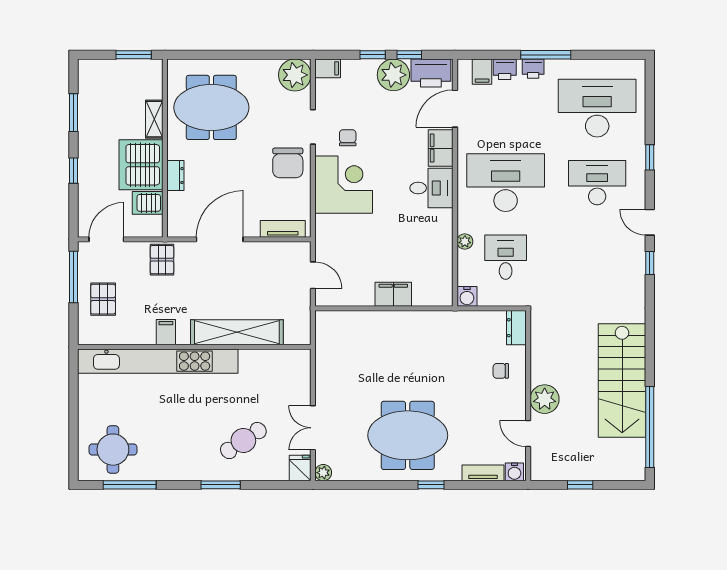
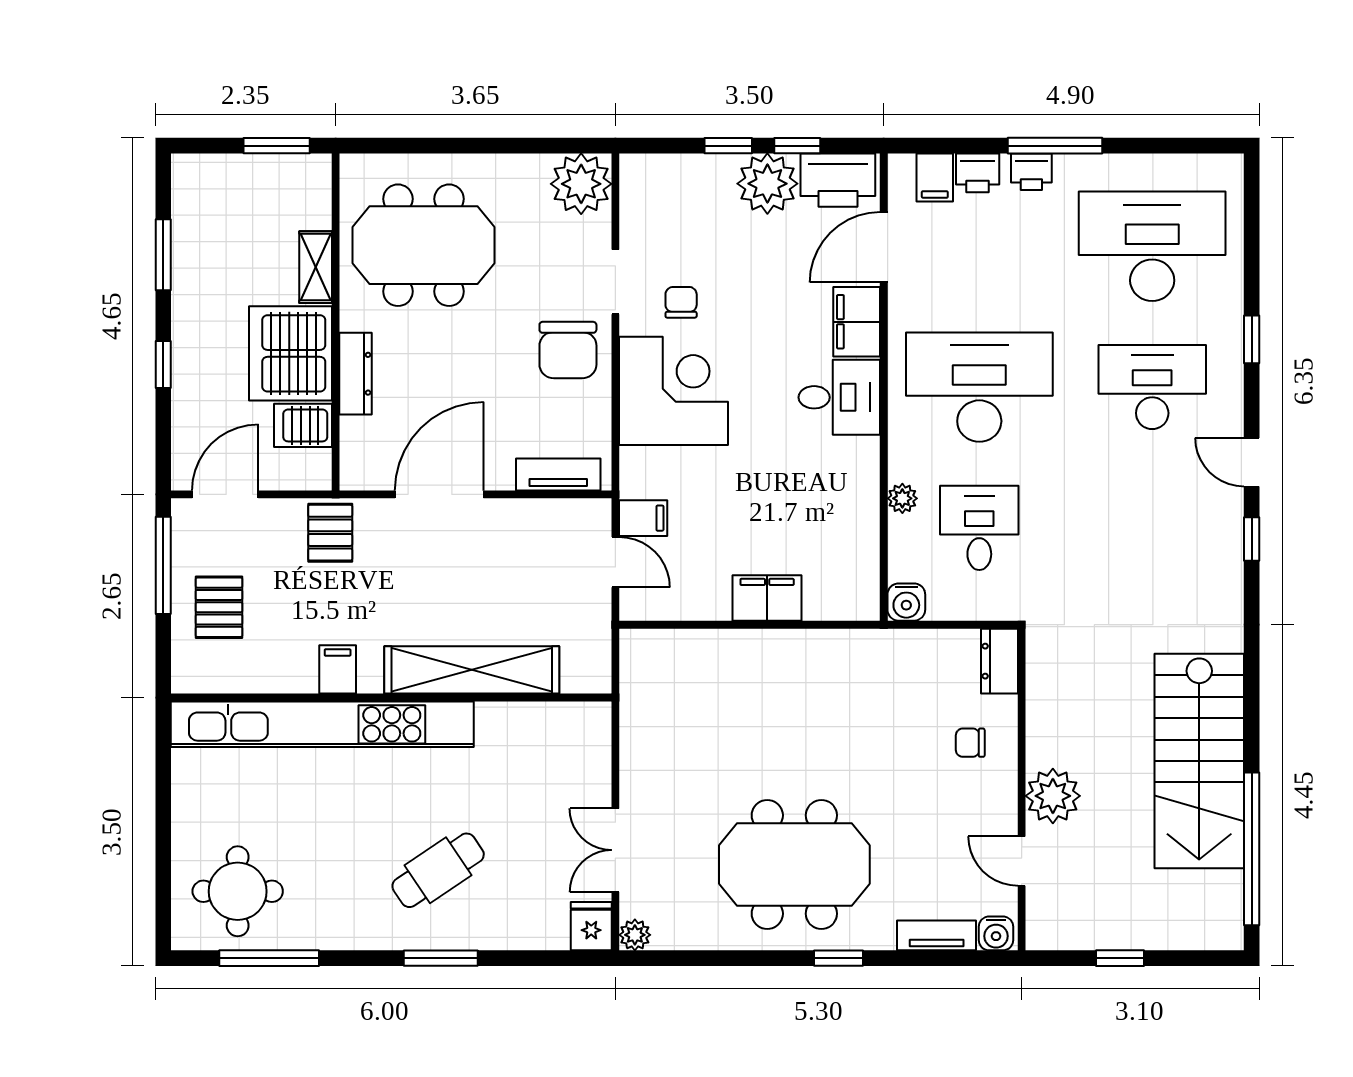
filing cabinet: (328, 68) -> (643, 518), moved
dresser: (175, 176) -> (356, 374), width x1.44
cafe table: (243, 441) -> (438, 870), moved

